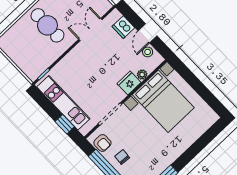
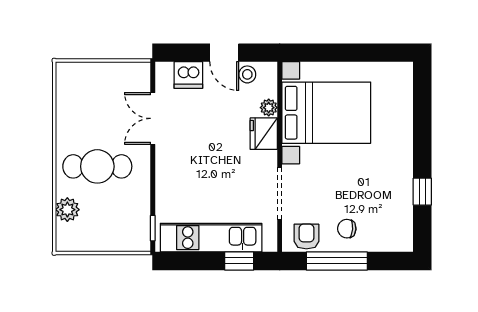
plant: (17, 30) -> (67, 210), added
armchair: (102, 143) -> (306, 237), turned -90

